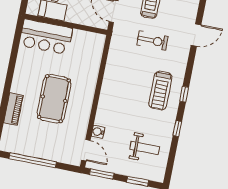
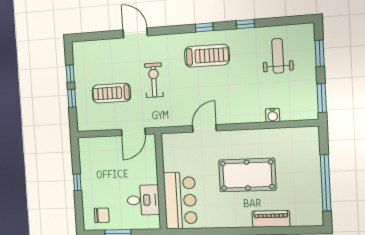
door: (86, 150) -> (204, 128), moved

